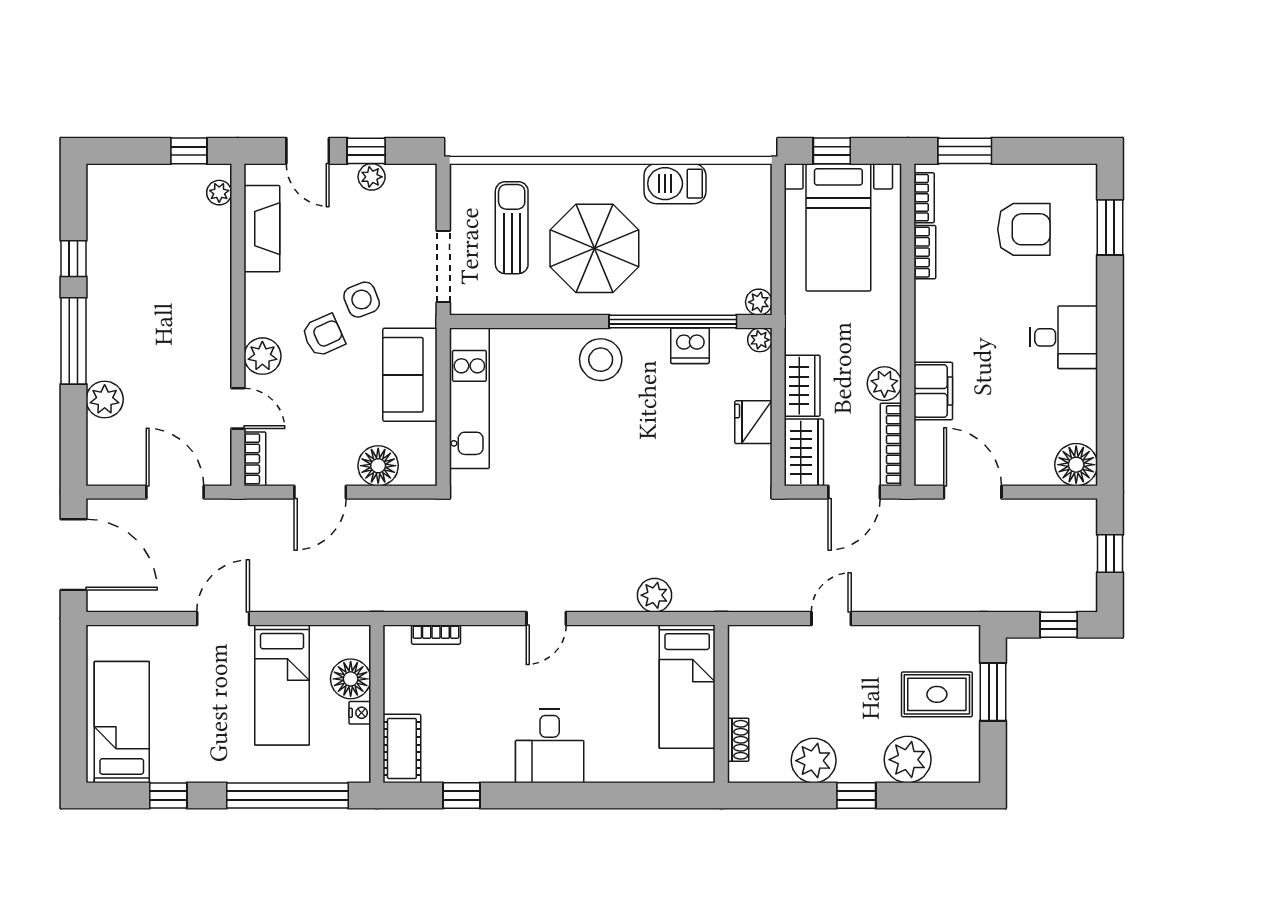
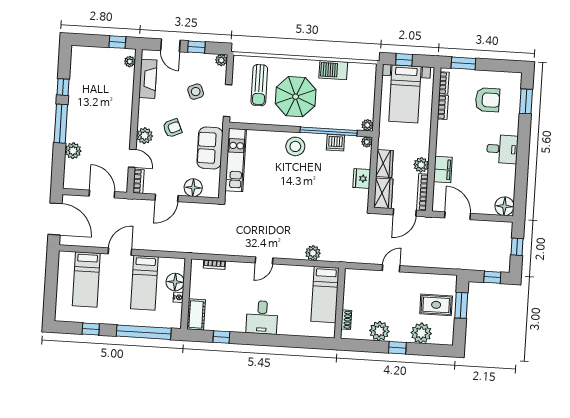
plant: (372, 177) -> (221, 60), moved
sun lounger: (512, 228) -> (259, 85), turned 180
side table: (362, 300) -> (196, 92), moved
bed: (122, 722) -> (86, 280), moved, turned 180

